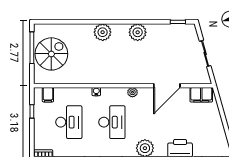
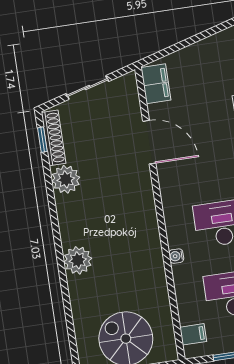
shoe rack: (178, 29) -> (54, 138), added
plant: (138, 32) -> (66, 179), moved
plant: (132, 92) -> (169, 197), removed

